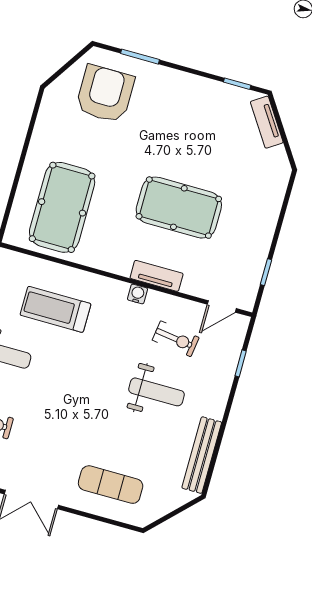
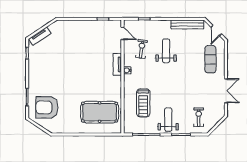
pool table: (179, 208) -> (86, 63), removed
door: (170, 515) -> (216, 31), added

